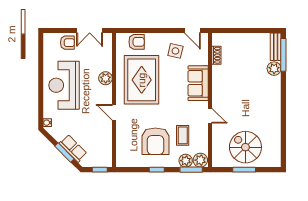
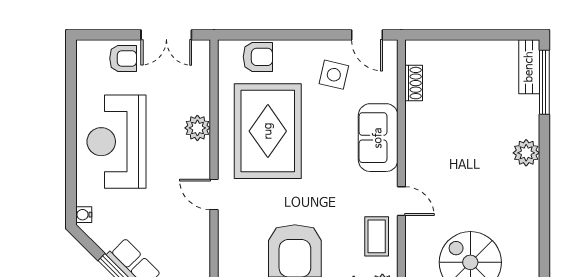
plant: (274, 69) -> (526, 153), moved
coffee table: (183, 135) -> (377, 236), moved

